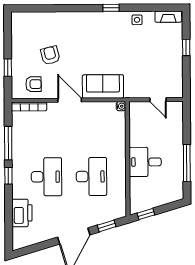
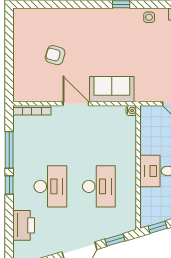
armchair: (50, 55) -> (55, 55), turned -60
window: (8, 68) -> (9, 68), removed
armchair: (34, 84) -> (37, 86), removed

